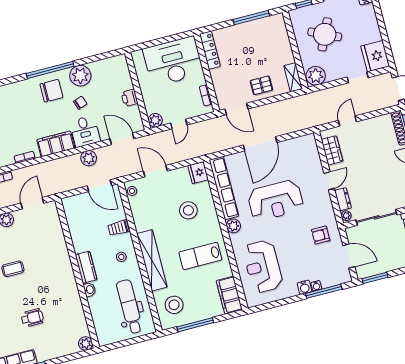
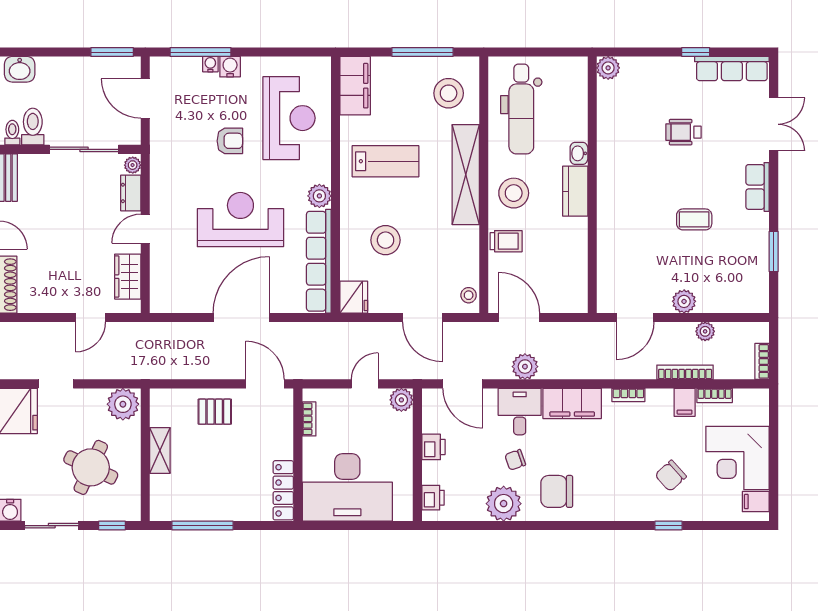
printer: (122, 68) -> (433, 498), added
window: (50, 70) -> (550, 526), removed
shelving: (293, 77) -> (160, 450), moved
armchair: (321, 235) -> (230, 141), moved
stool: (121, 257) -> (514, 193), width x1.89, depth x1.89

